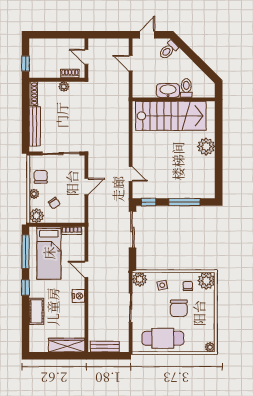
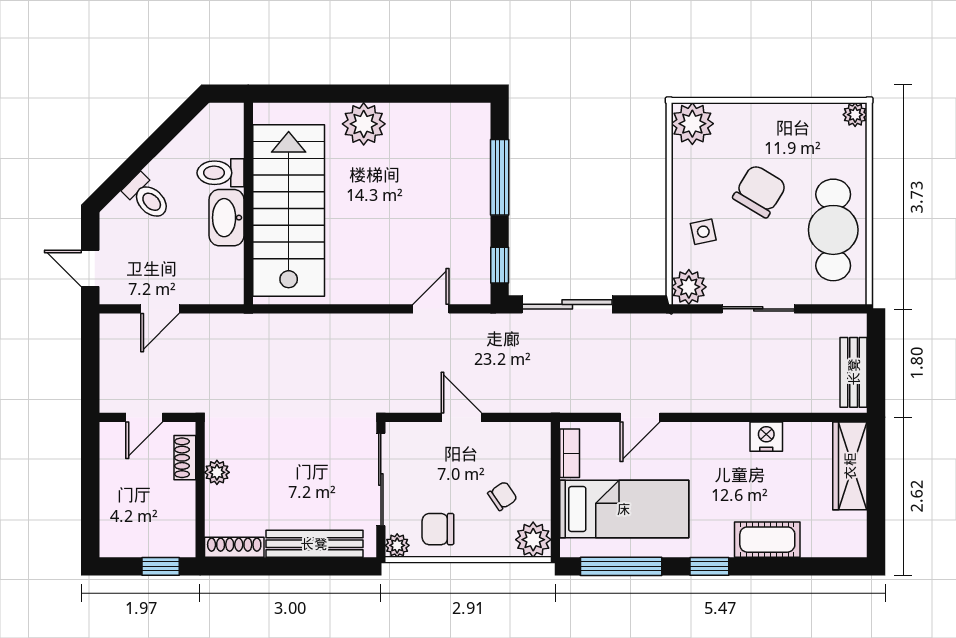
toilet: (168, 50) -> (147, 197), moved
plant: (34, 194) -> (397, 545), moved
door: (86, 269) -> (640, 417), moved
chair: (188, 286) -> (705, 169), removed
nightstand: (78, 296) -> (766, 437), moved
chair: (179, 308) -> (760, 191), turned -59

